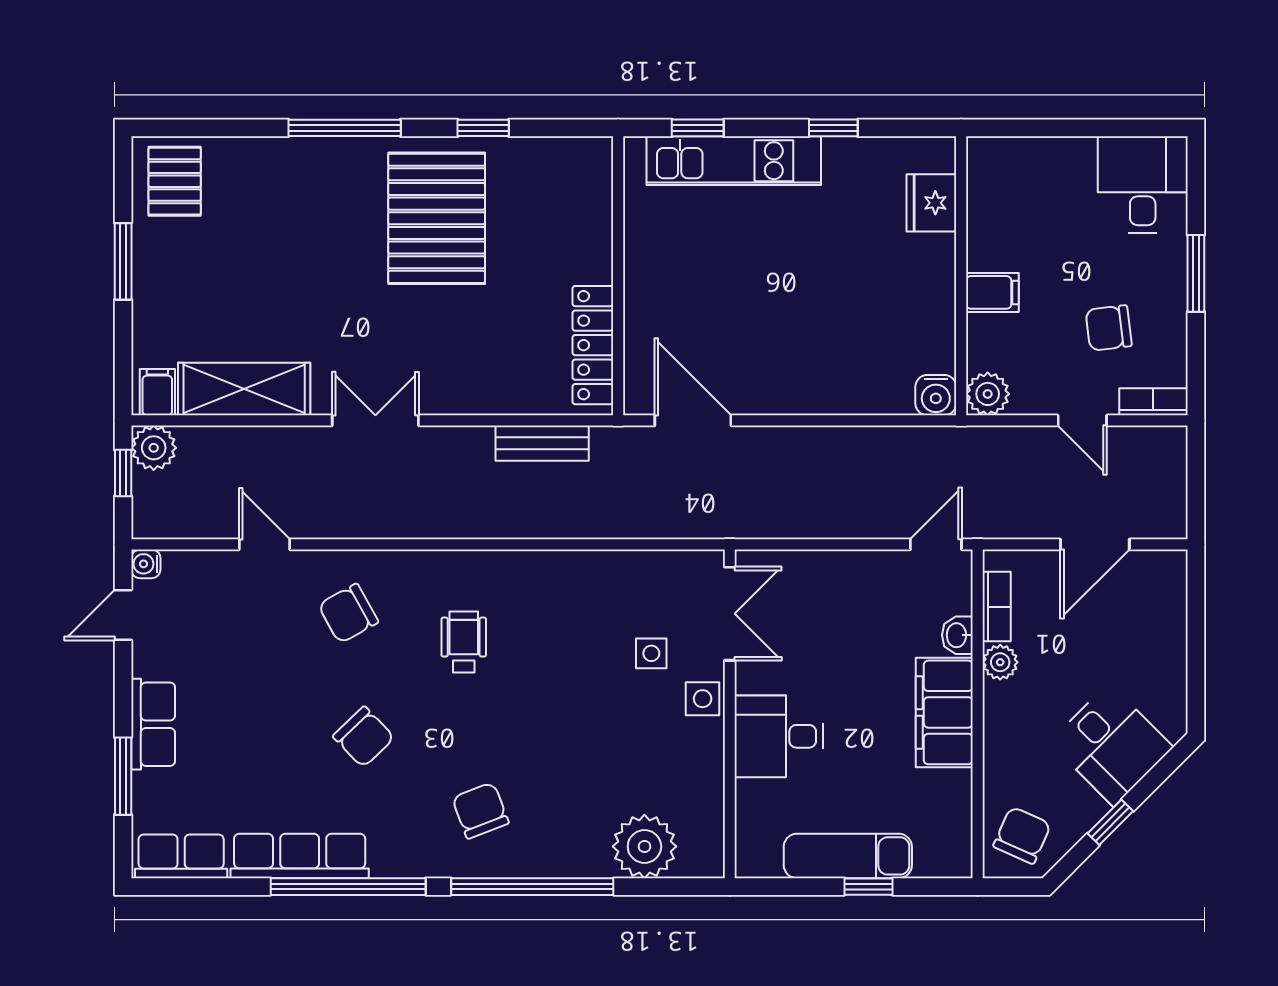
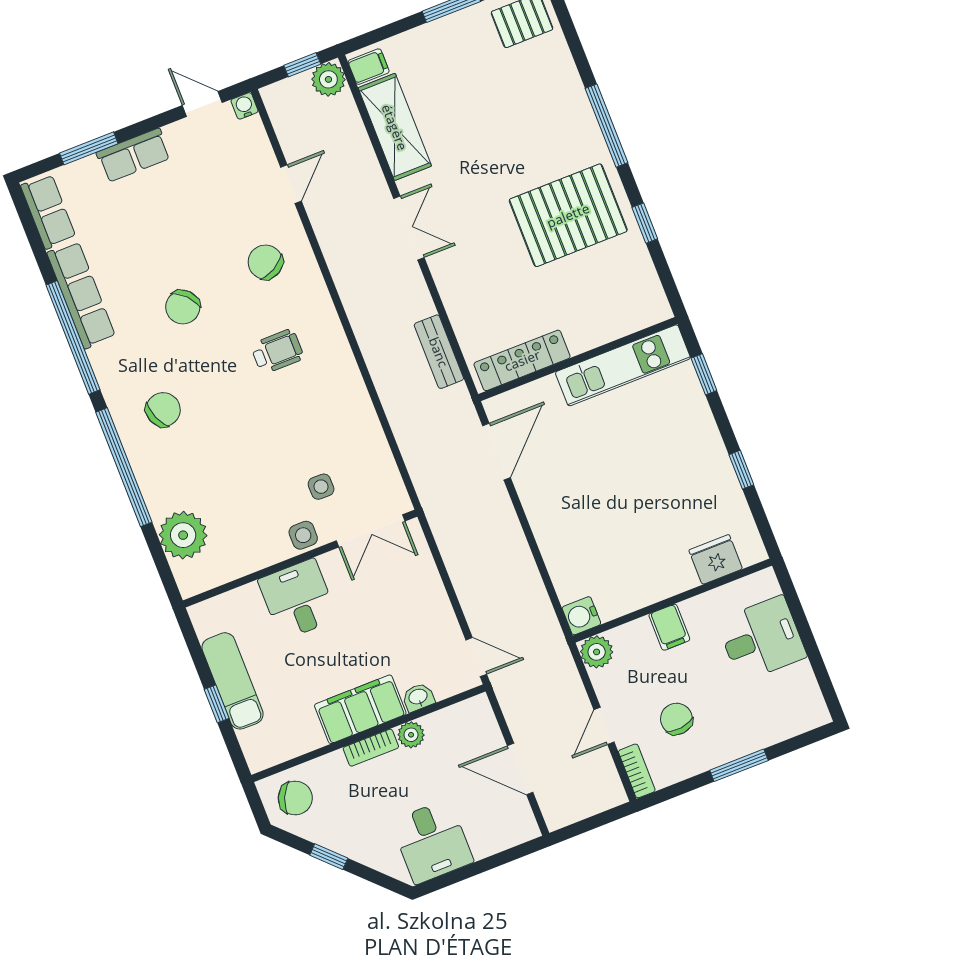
kitchen unit: (734, 161) -> (623, 365), moved, turned -90
desk: (1143, 185) -> (762, 639), moved
bookcase: (997, 607) -> (371, 748), moved
desk: (1111, 745) -> (432, 842), moved, turned -45

